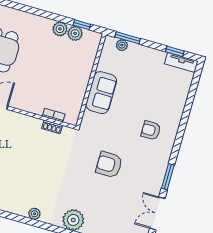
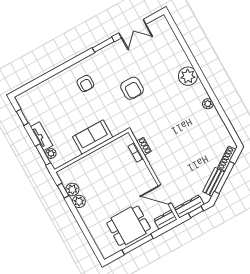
tv unit: (181, 62) -> (42, 136), moved

